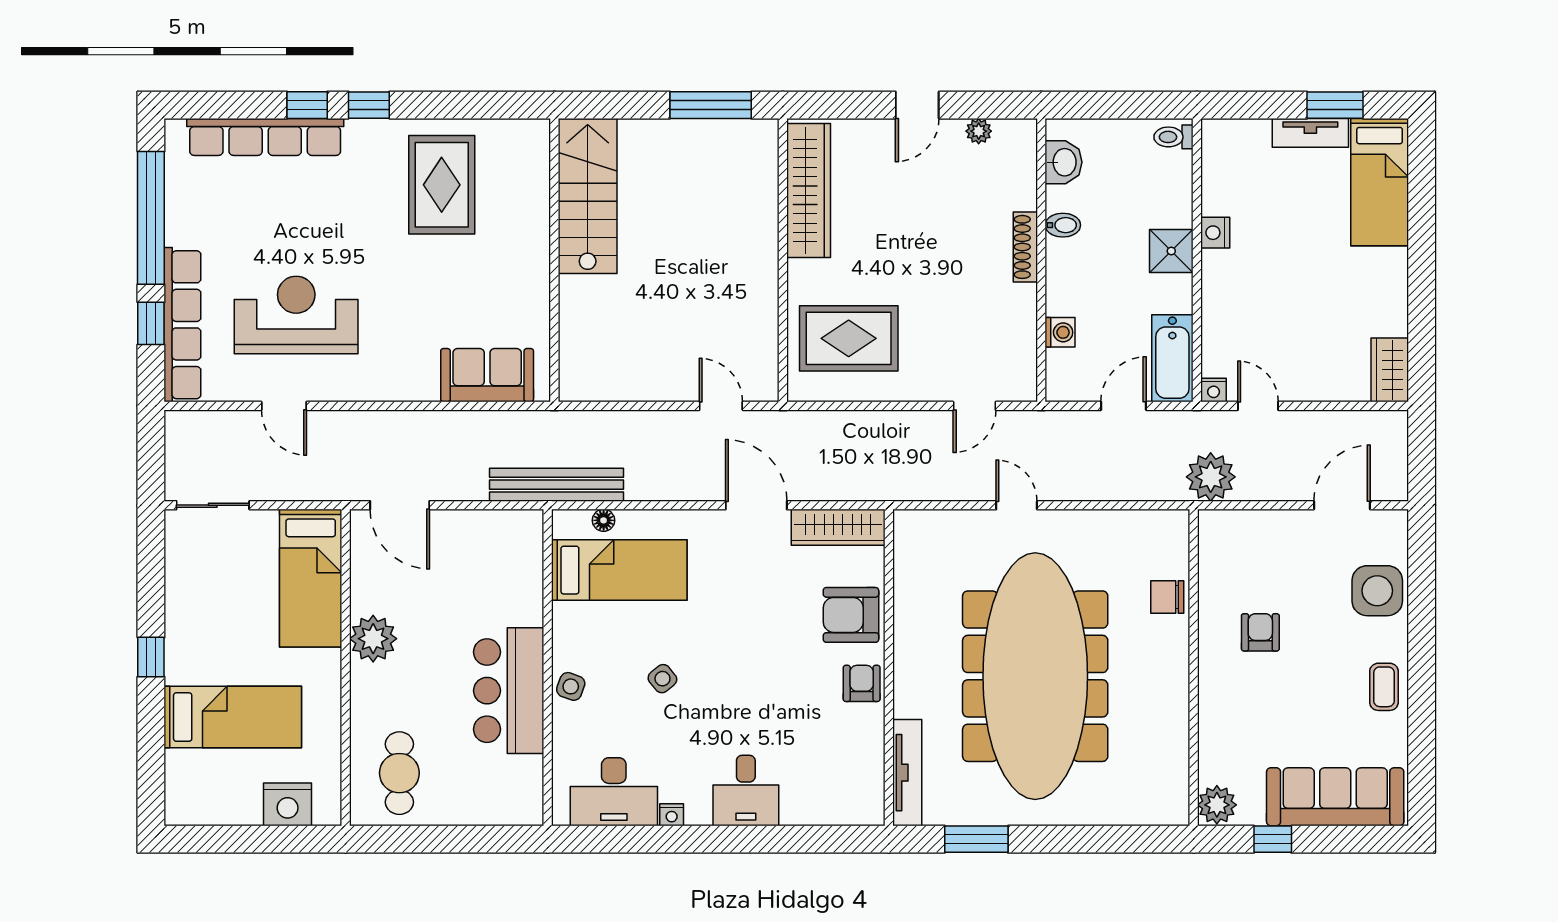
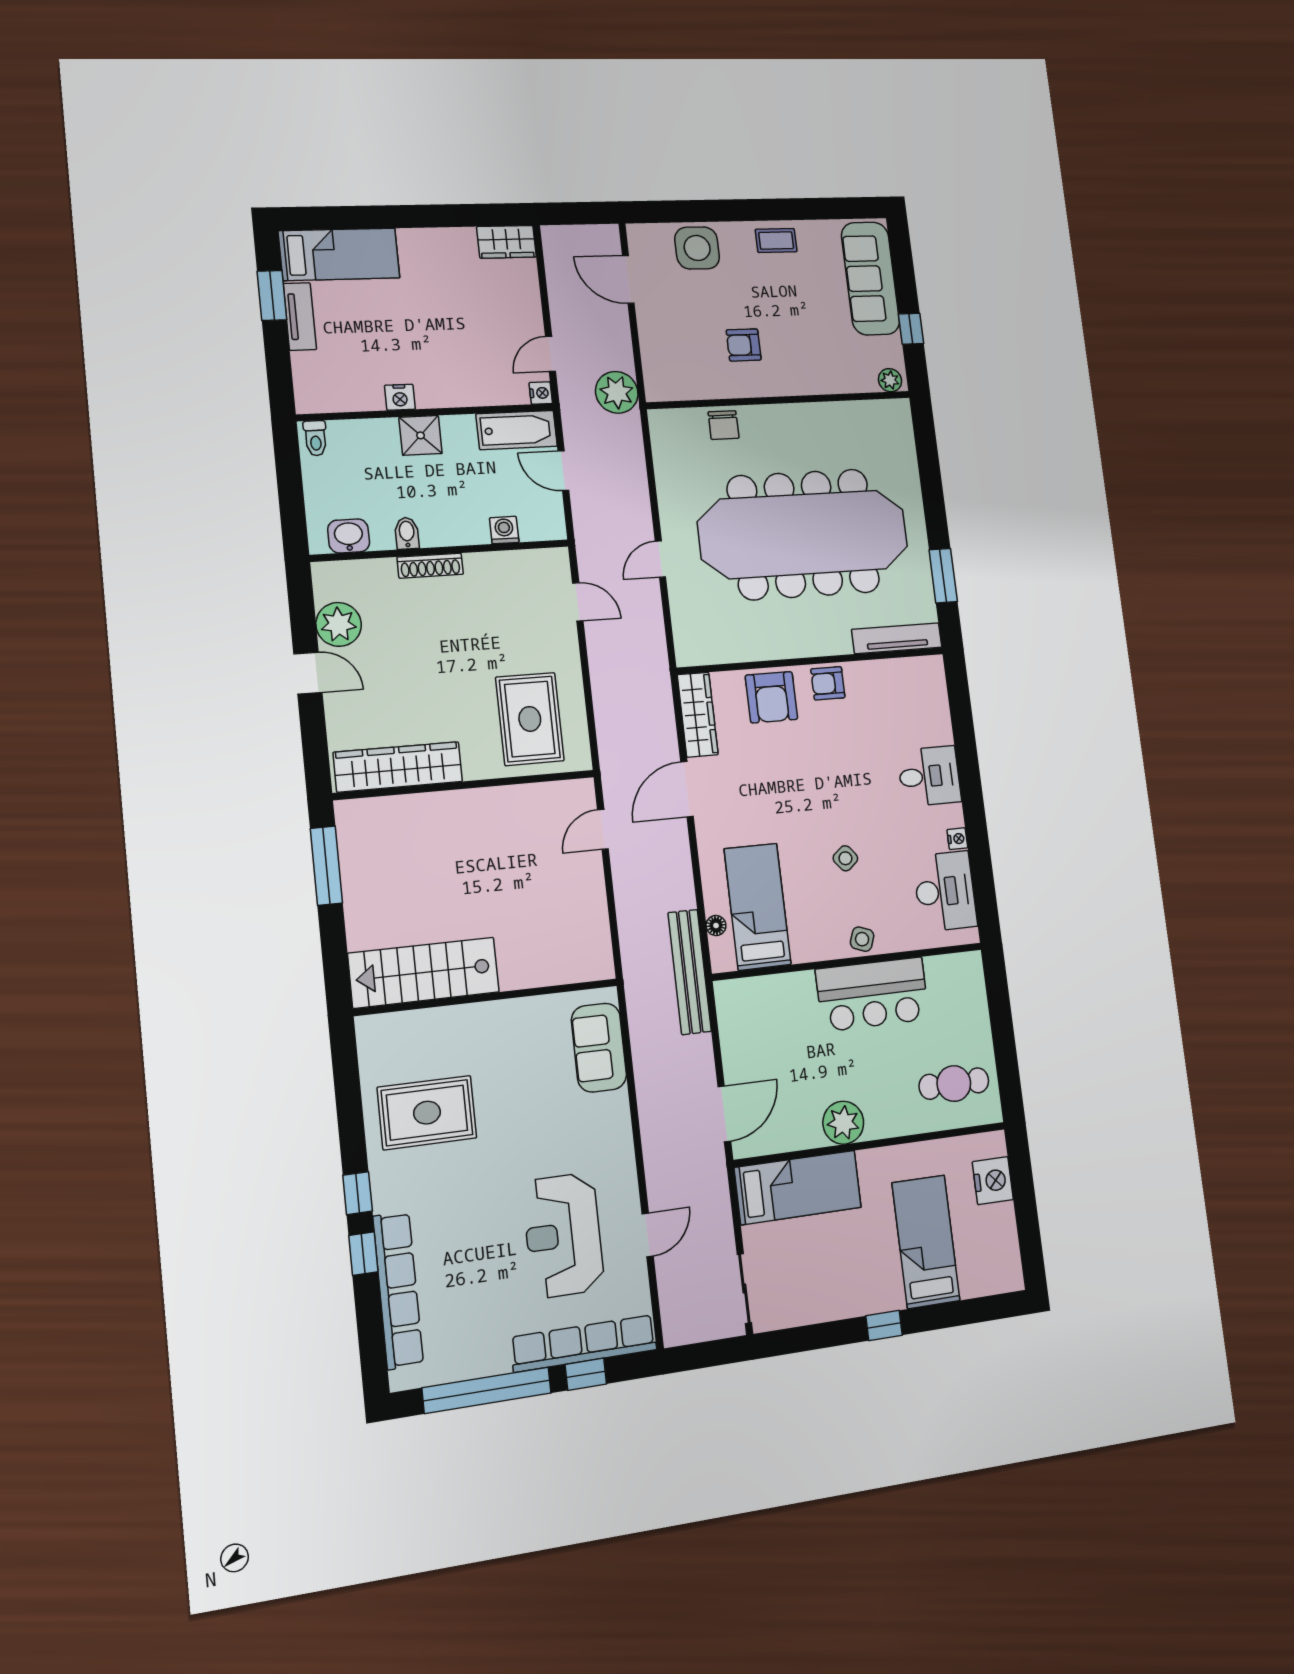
plant: (979, 131) -> (339, 624), width x1.87, depth x1.87
plant: (1217, 805) -> (890, 380), width x0.73, depth x0.73

